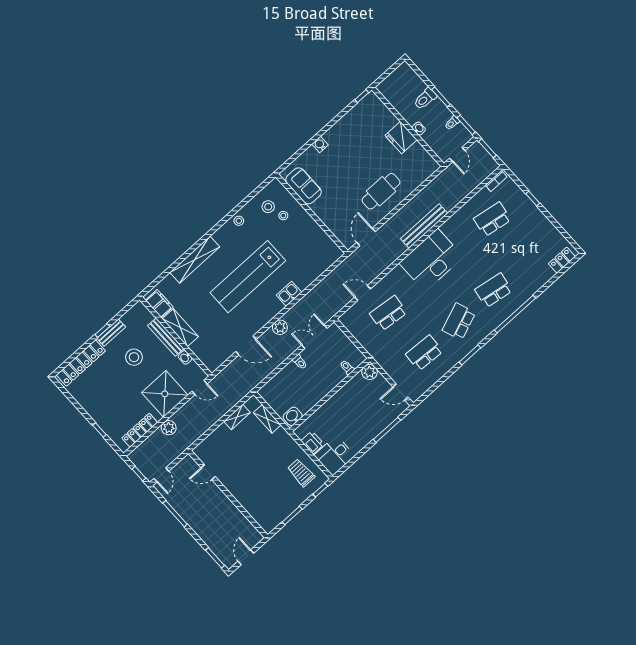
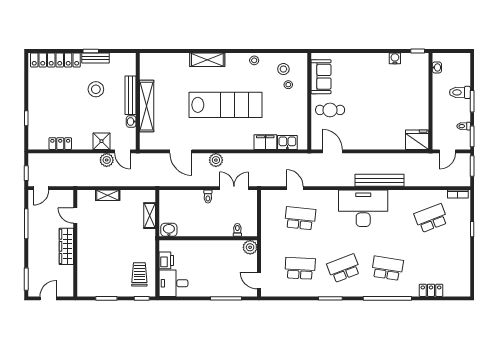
washbasin: (419, 129) -> (437, 67), moved
fridge: (401, 138) -> (417, 140), moved, turned 90
water cooler: (320, 145) -> (395, 58), moved
cafe table: (381, 191) -> (330, 110), moved, width x0.73, depth x0.74
school desk: (492, 219) -> (431, 218), turned -30
door: (366, 237) -> (332, 151), hinge flipped
shelving: (195, 260) -> (207, 60), width x0.68
locker: (562, 260) -> (431, 290), moved
lab bench: (248, 277) -> (225, 105), turned 180
kitchen sink: (289, 294) -> (287, 142), moved
filing cabinet: (159, 304) -> (265, 142), moved, turned -90
shelving: (180, 328) -> (147, 106), width x1.47
shower: (165, 394) -> (101, 141), width x0.54, depth x0.54
shelving: (237, 417) -> (108, 195), moved
plant: (169, 428) -> (107, 160), moved
locker: (140, 430) -> (60, 144), width x0.66
wardrobe: (223, 503) -> (66, 246), added

